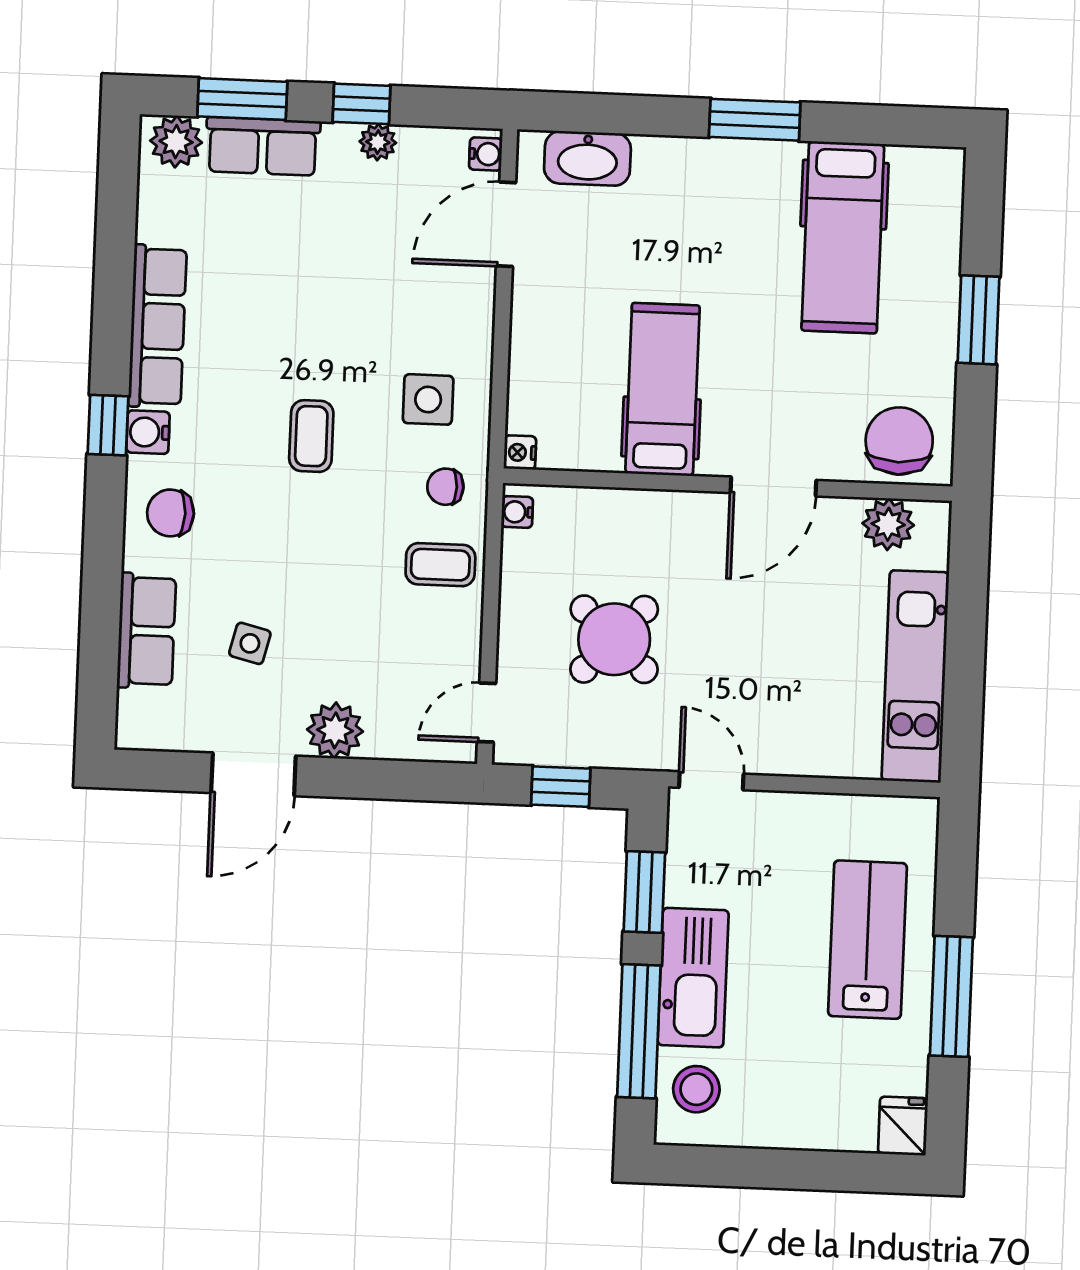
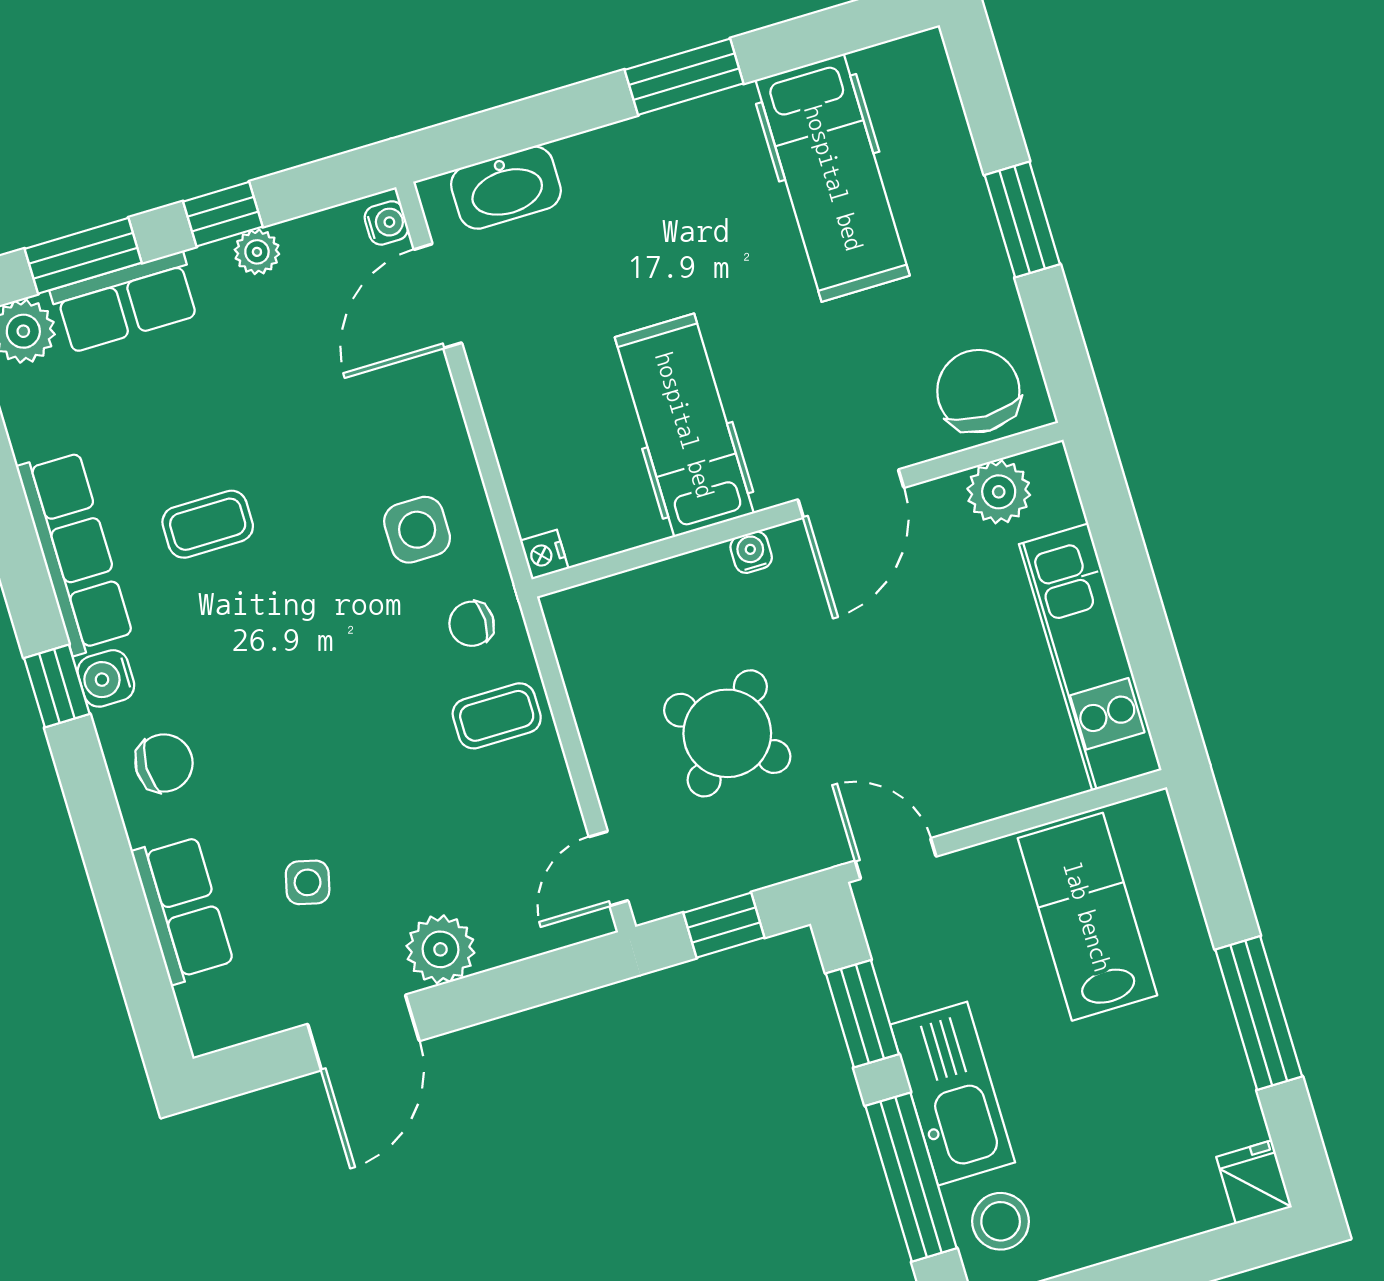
coffee table: (311, 436) -> (208, 524), moved, turned 90
water cooler: (517, 512) -> (751, 552), moved, turned 90
chair: (170, 513) -> (164, 763), turned 180
lab bench: (867, 940) -> (1087, 917), moved

